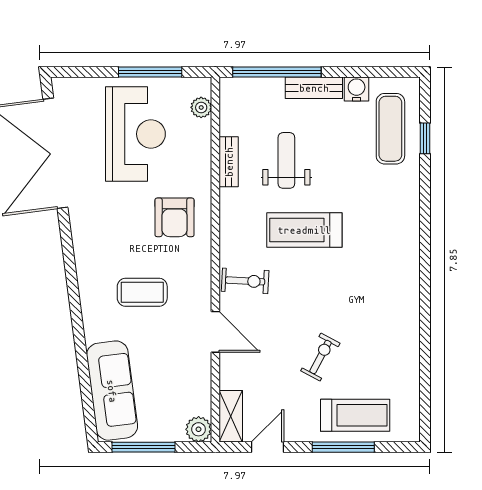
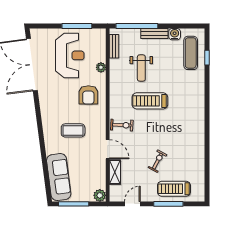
plant: (201, 107) -> (101, 67), moved
weight bench: (286, 160) -> (141, 68), turned 180
bench: (229, 162) -> (114, 46), moved
treadmill: (355, 415) -> (174, 189), turned 180
shelving: (231, 416) -> (115, 172), moved

